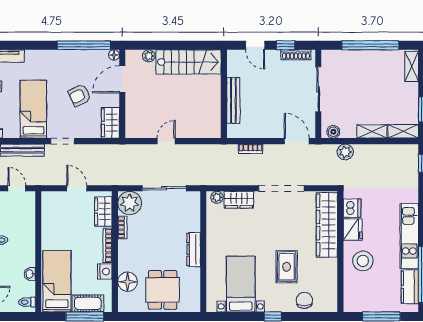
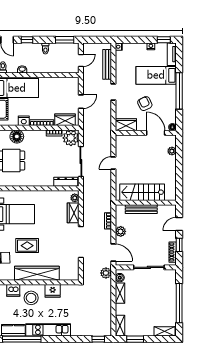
window: (84, 45) -> (179, 91), moved
stairs: (189, 62) -> (142, 192), moved, turned 90
bed: (33, 109) -> (156, 75), moved, turned 180
plant: (266, 131) -> (121, 231), added
shelving: (372, 131) -> (120, 293), moved
door: (166, 141) -> (113, 163), swing flipped
door: (297, 141) -> (113, 253), hinge flipped
plant: (345, 152) -> (106, 273), moved
dishwasher: (352, 208) -> (13, 290), moved
wardrobe: (327, 225) -> (37, 273), moved
dresser: (194, 250) -> (66, 182), moved

